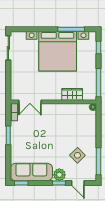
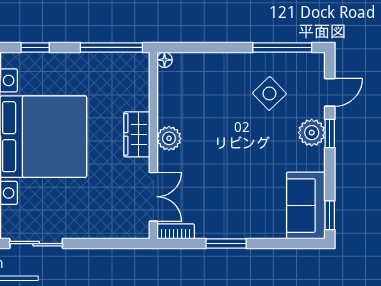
wardrobe: (72, 94) -> (137, 134), moved
plant: (57, 109) -> (169, 138), added
sofa: (31, 172) -> (306, 206), width x0.73

